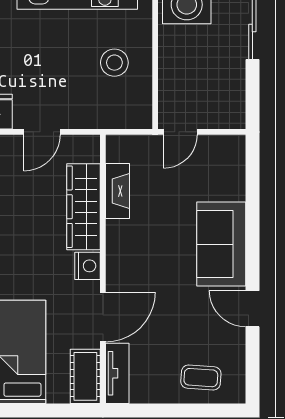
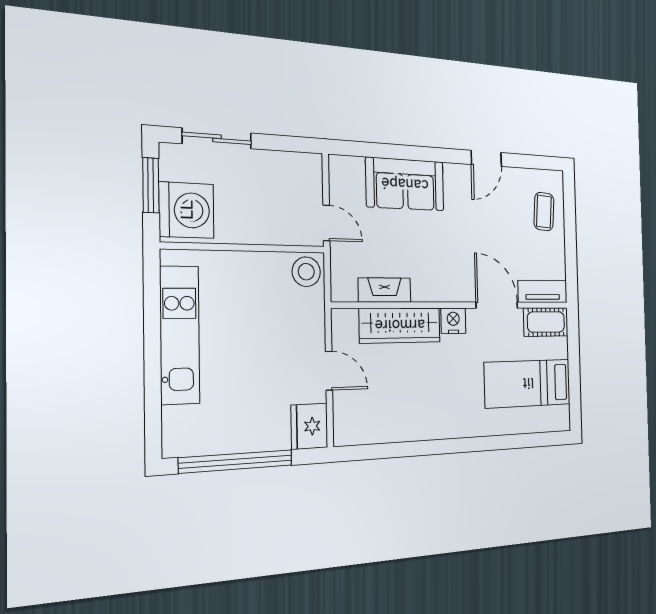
stool: (114, 63) -> (306, 272), moved
sofa: (221, 244) -> (405, 184), moved

